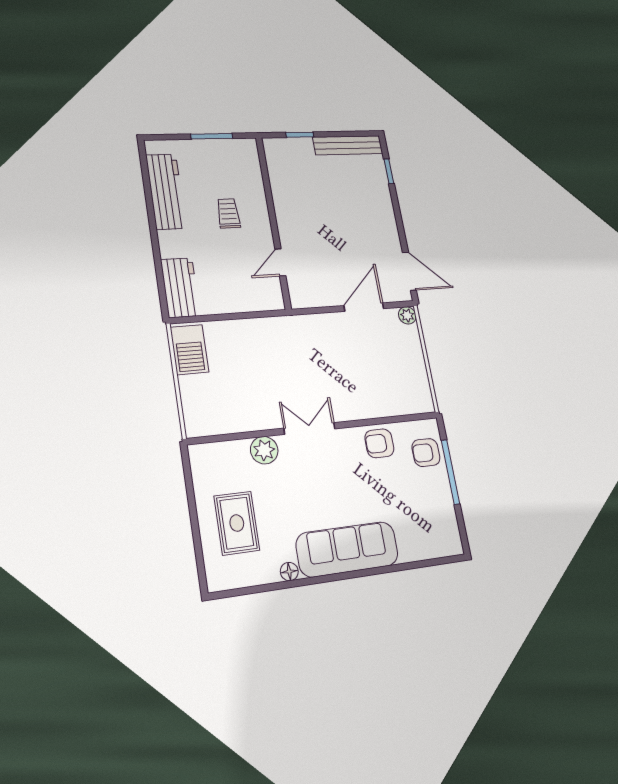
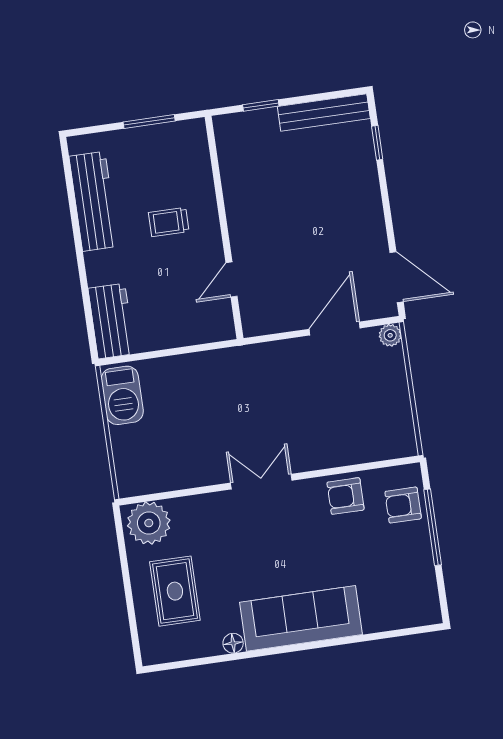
trolley: (228, 213) -> (169, 222), turned -90
plant: (264, 450) -> (149, 523), moved, width x1.36, depth x1.36

